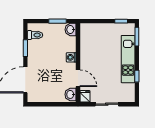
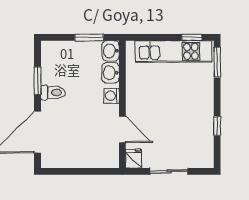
toilet: (35, 35) -> (53, 93), moved
kitchen unit: (128, 59) -> (173, 51), moved, turned -90
washbasin: (71, 94) -> (110, 73), moved

